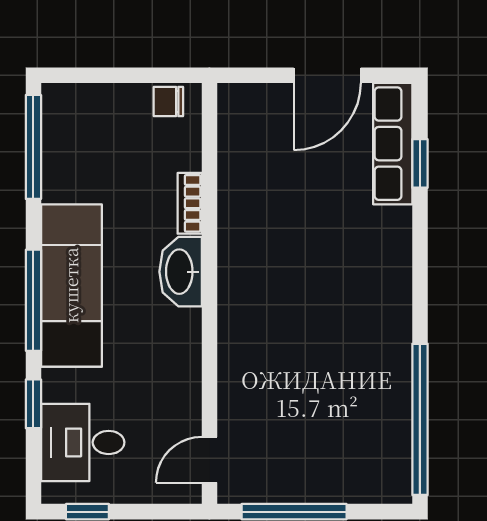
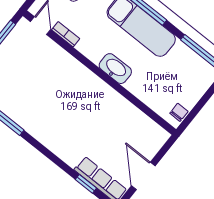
bookcase: (190, 203) -> (66, 34), moved

